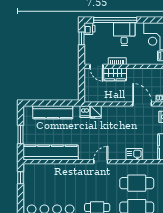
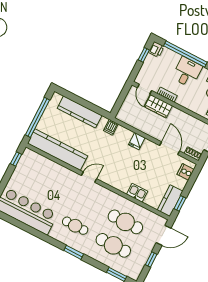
fridge: (96, 112) -> (137, 141), moved
window: (21, 135) -> (37, 117), width x2.11
door: (101, 162) -> (89, 177), moved

